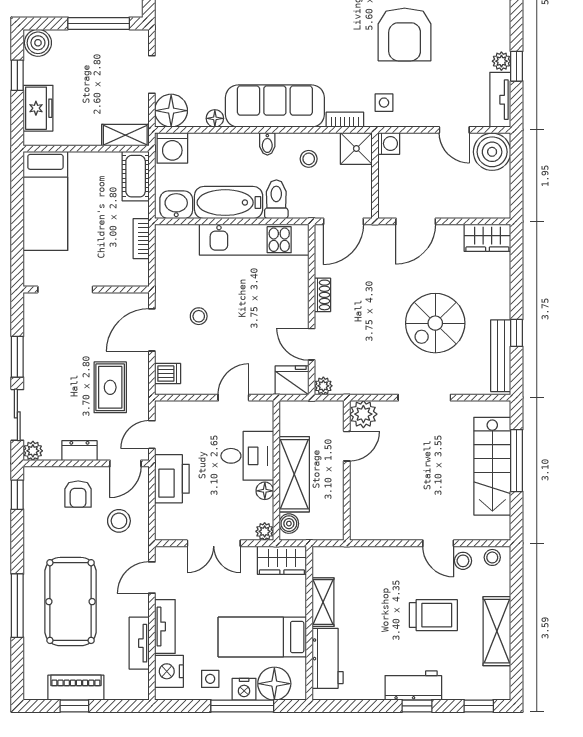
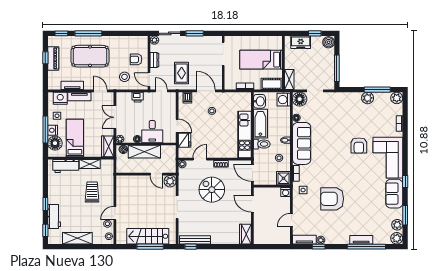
boiler: (492, 152) -> (282, 236), removed
bed: (45, 201) -> (261, 60), moved
spiral stairs: (435, 323) -> (212, 190), moved
window: (517, 333) -> (191, 247), moved
fridge: (292, 380) -> (184, 140), moved
rug: (110, 387) -> (182, 73), turned 90
printer: (172, 479) -> (138, 97), width x0.53, depth x0.68
window: (17, 495) -> (61, 33), moved
trolley: (433, 615) -> (92, 192), moved, turned 180
workbench: (413, 686) -> (54, 217), moved

